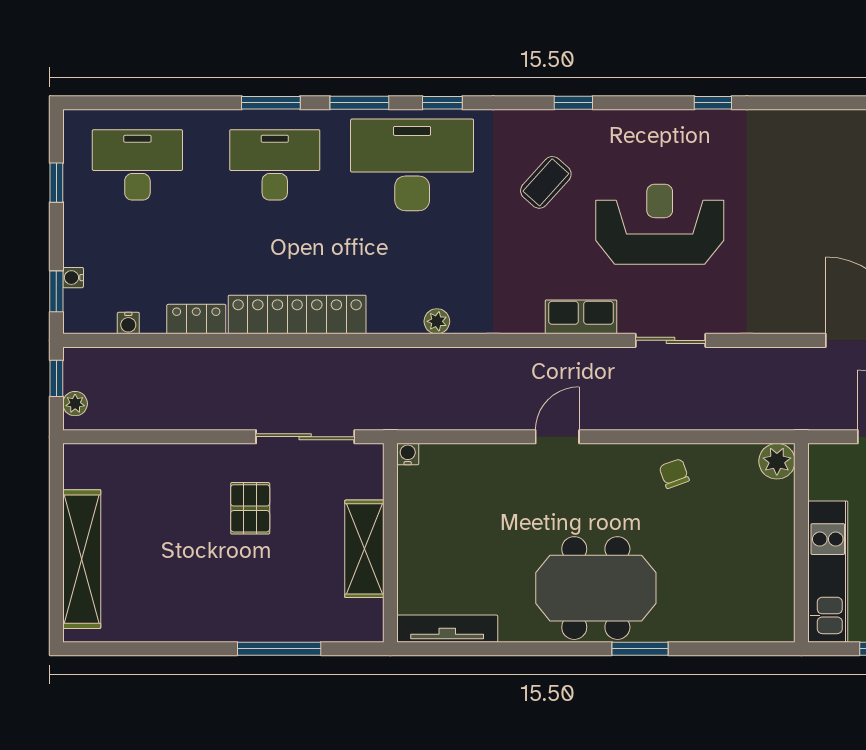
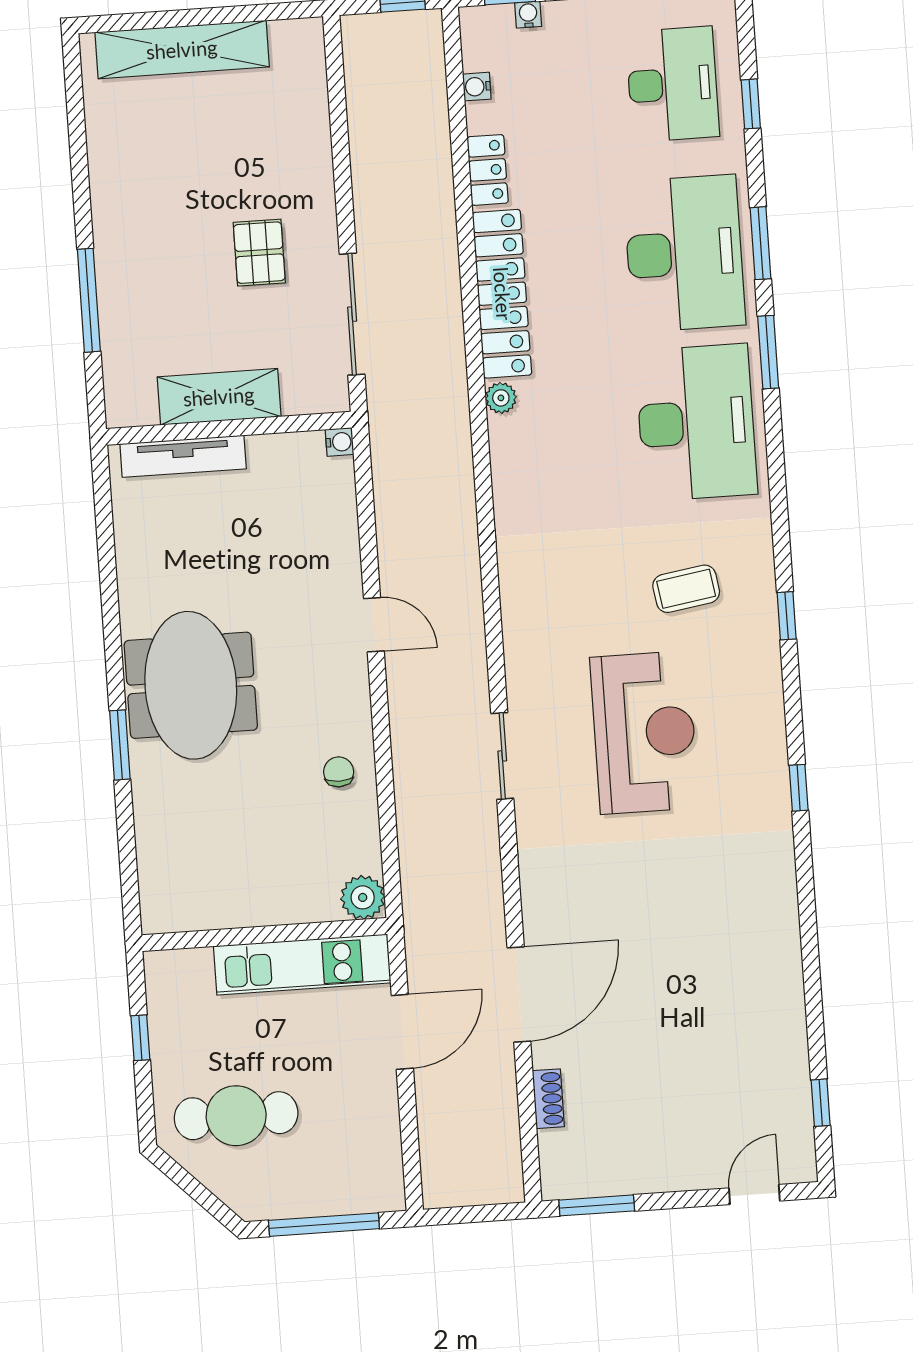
window: (442, 103) -> (751, 104), moved
desk: (275, 165) -> (684, 253), width x1.36, depth x1.30
coffee table: (546, 182) -> (686, 589), turned -51
row of seats: (581, 317) -> (524, 644), removed
plant: (437, 321) -> (501, 398), moved
plant: (75, 404) -> (373, 28), removed
chair: (674, 474) -> (339, 772), turned -70
pallet: (250, 508) -> (259, 253), turned 90
kitchen unit: (828, 572) -> (302, 965), moved
tv unit: (447, 629) -> (183, 456), moved, turned 90

